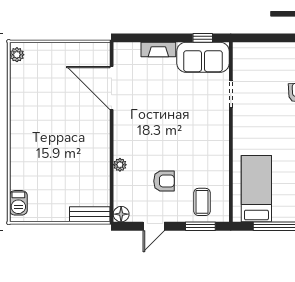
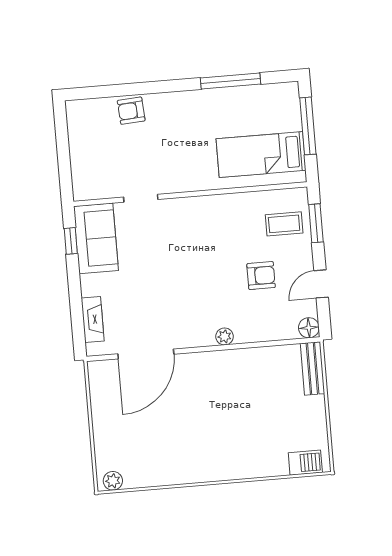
fireplace: (158, 50) -> (93, 320), moved
plant: (120, 165) -> (225, 336), moved
armchair: (164, 181) -> (261, 276), turned 90
door: (154, 226) -> (321, 284), swing flipped

